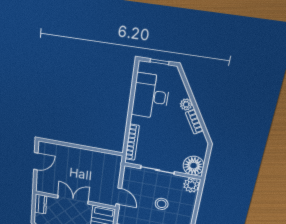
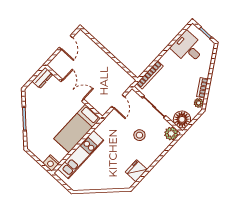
desk: (151, 96) -> (188, 48), width x0.73
plant: (186, 104) -> (199, 103), moved
door: (36, 161) -> (66, 43), hinge flipped
door: (119, 196) -> (118, 102), moved

